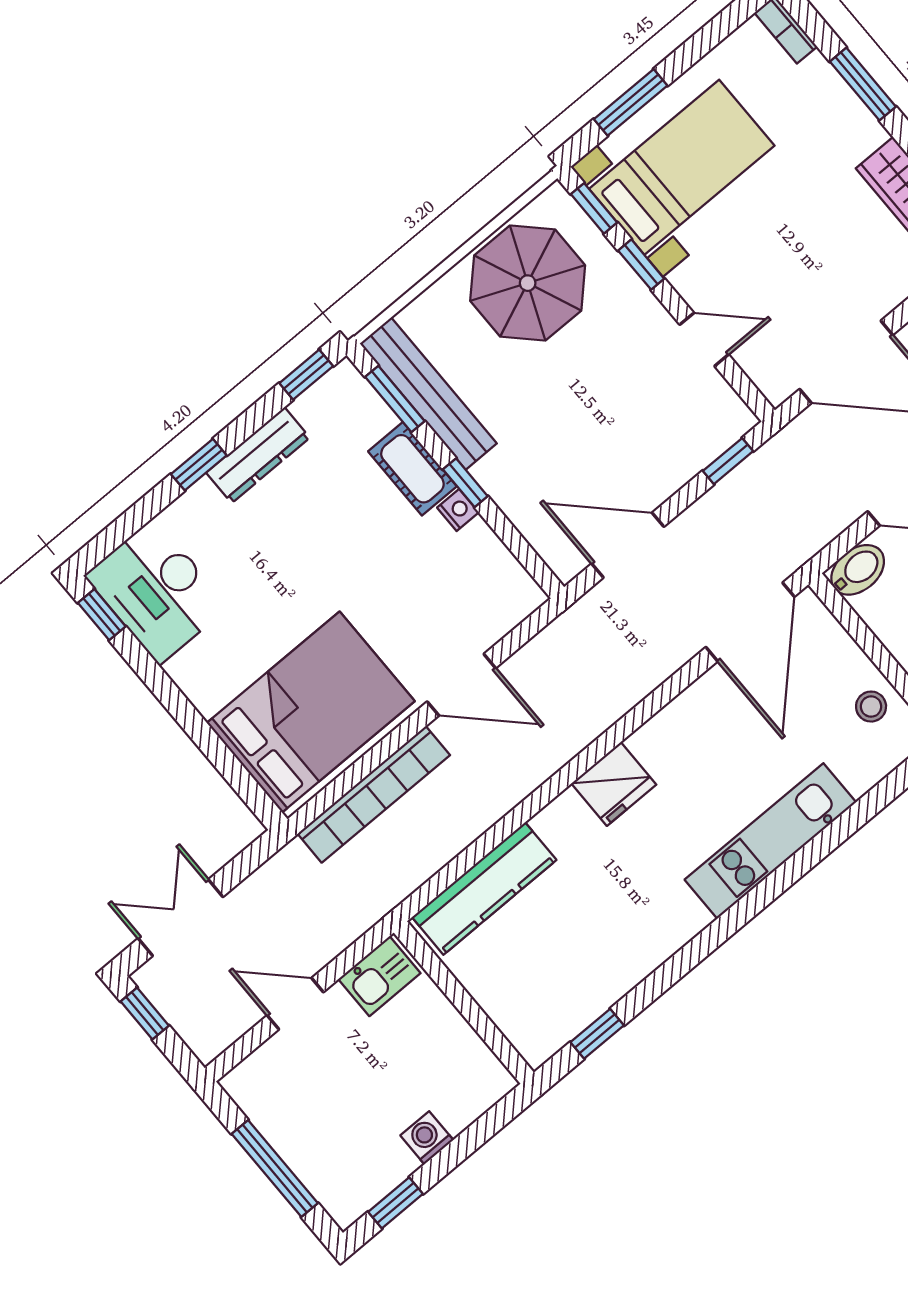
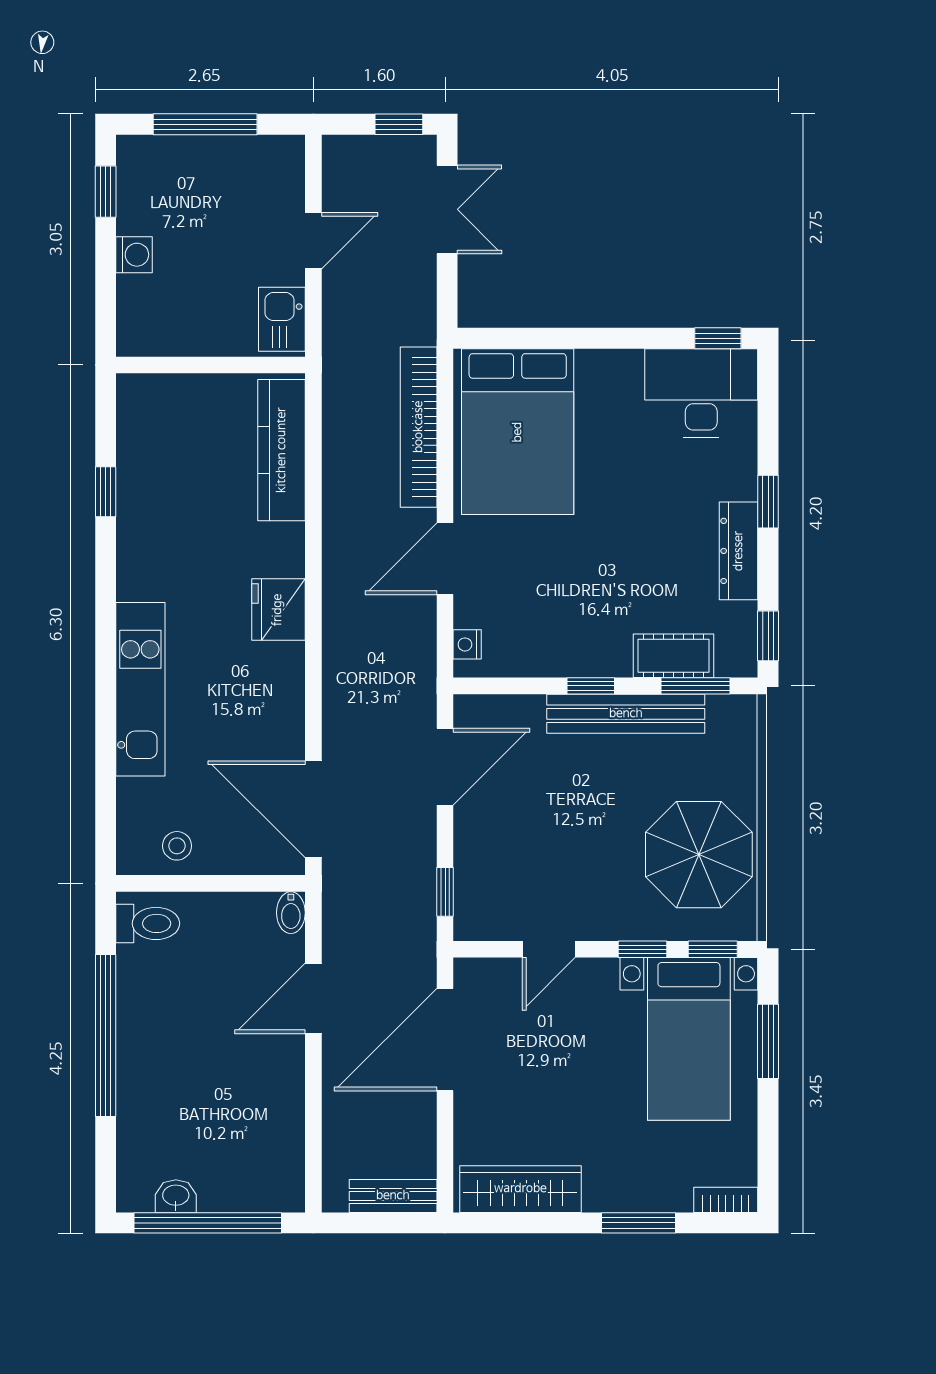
bench: (428, 394) -> (626, 714), moved
cot: (412, 469) -> (674, 656), moved
nightstand: (458, 510) -> (467, 644), moved, turned 90
bidet: (858, 570) -> (291, 913), width x0.72, depth x0.74
window: (597, 1034) -> (106, 492), moved

